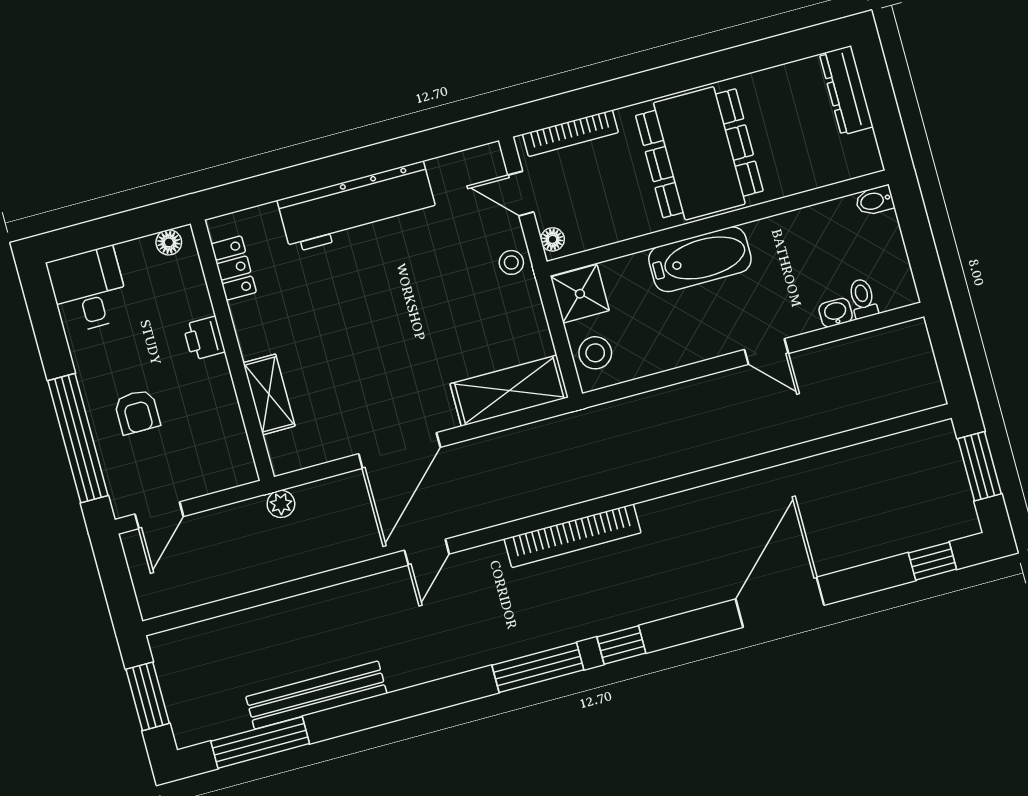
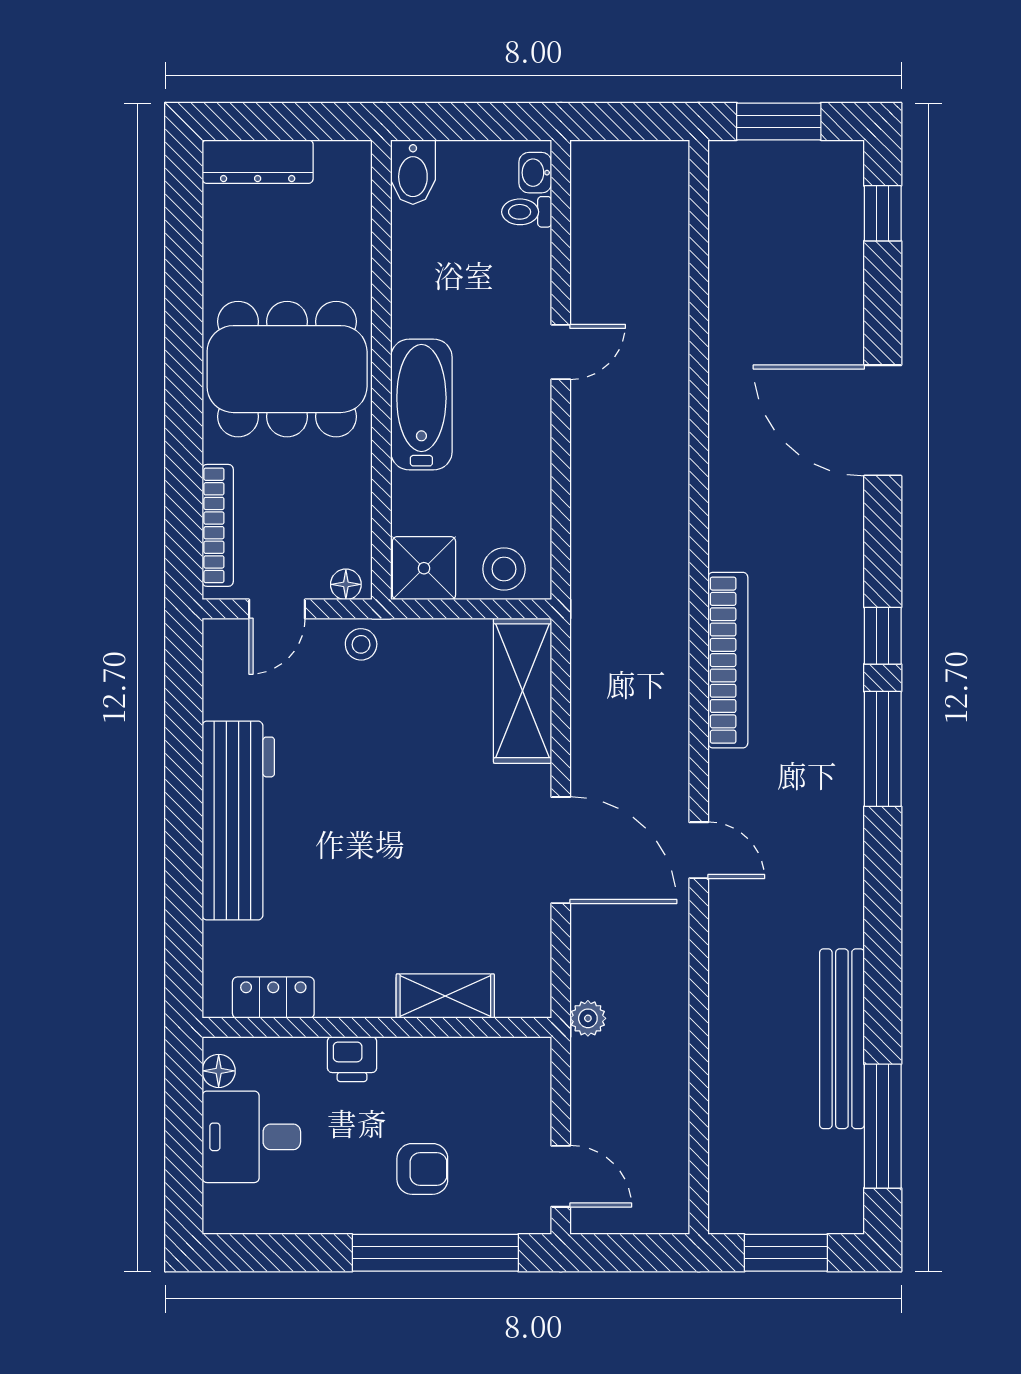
bidet: (875, 201) -> (413, 172), width x1.38, depth x1.36
desk: (89, 290) -> (251, 1137), moved
washbasin: (836, 313) -> (535, 173), moved

